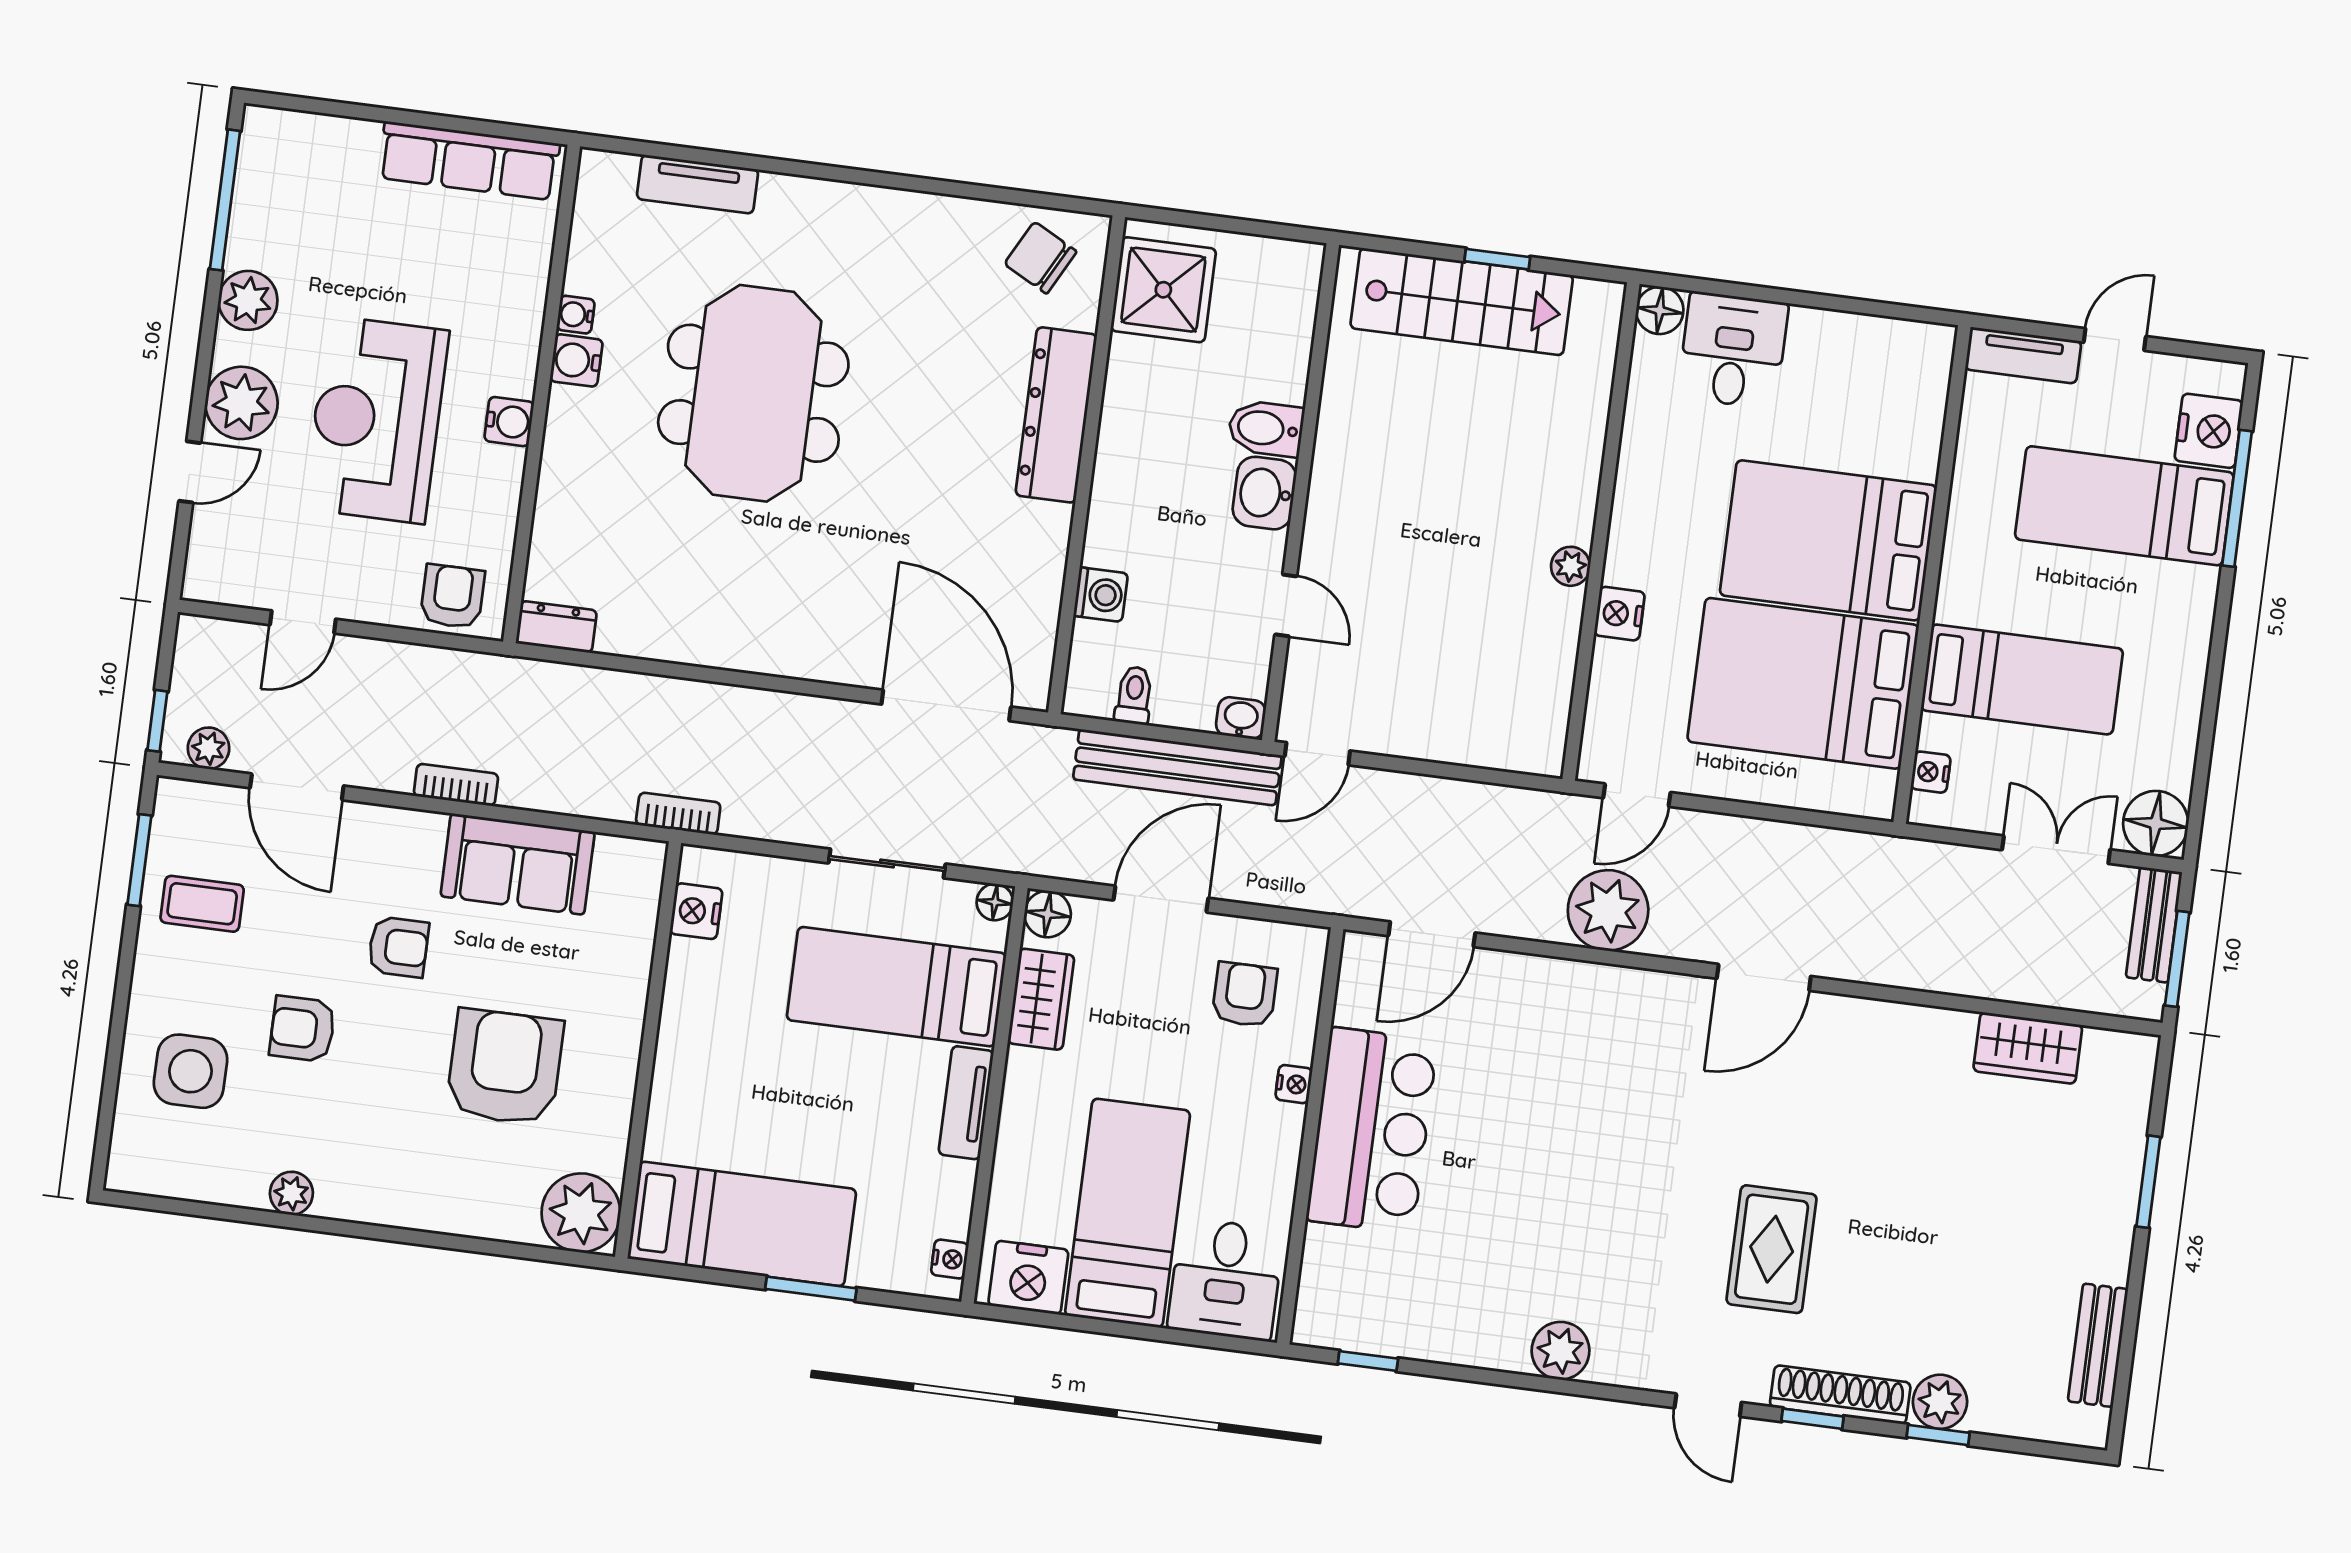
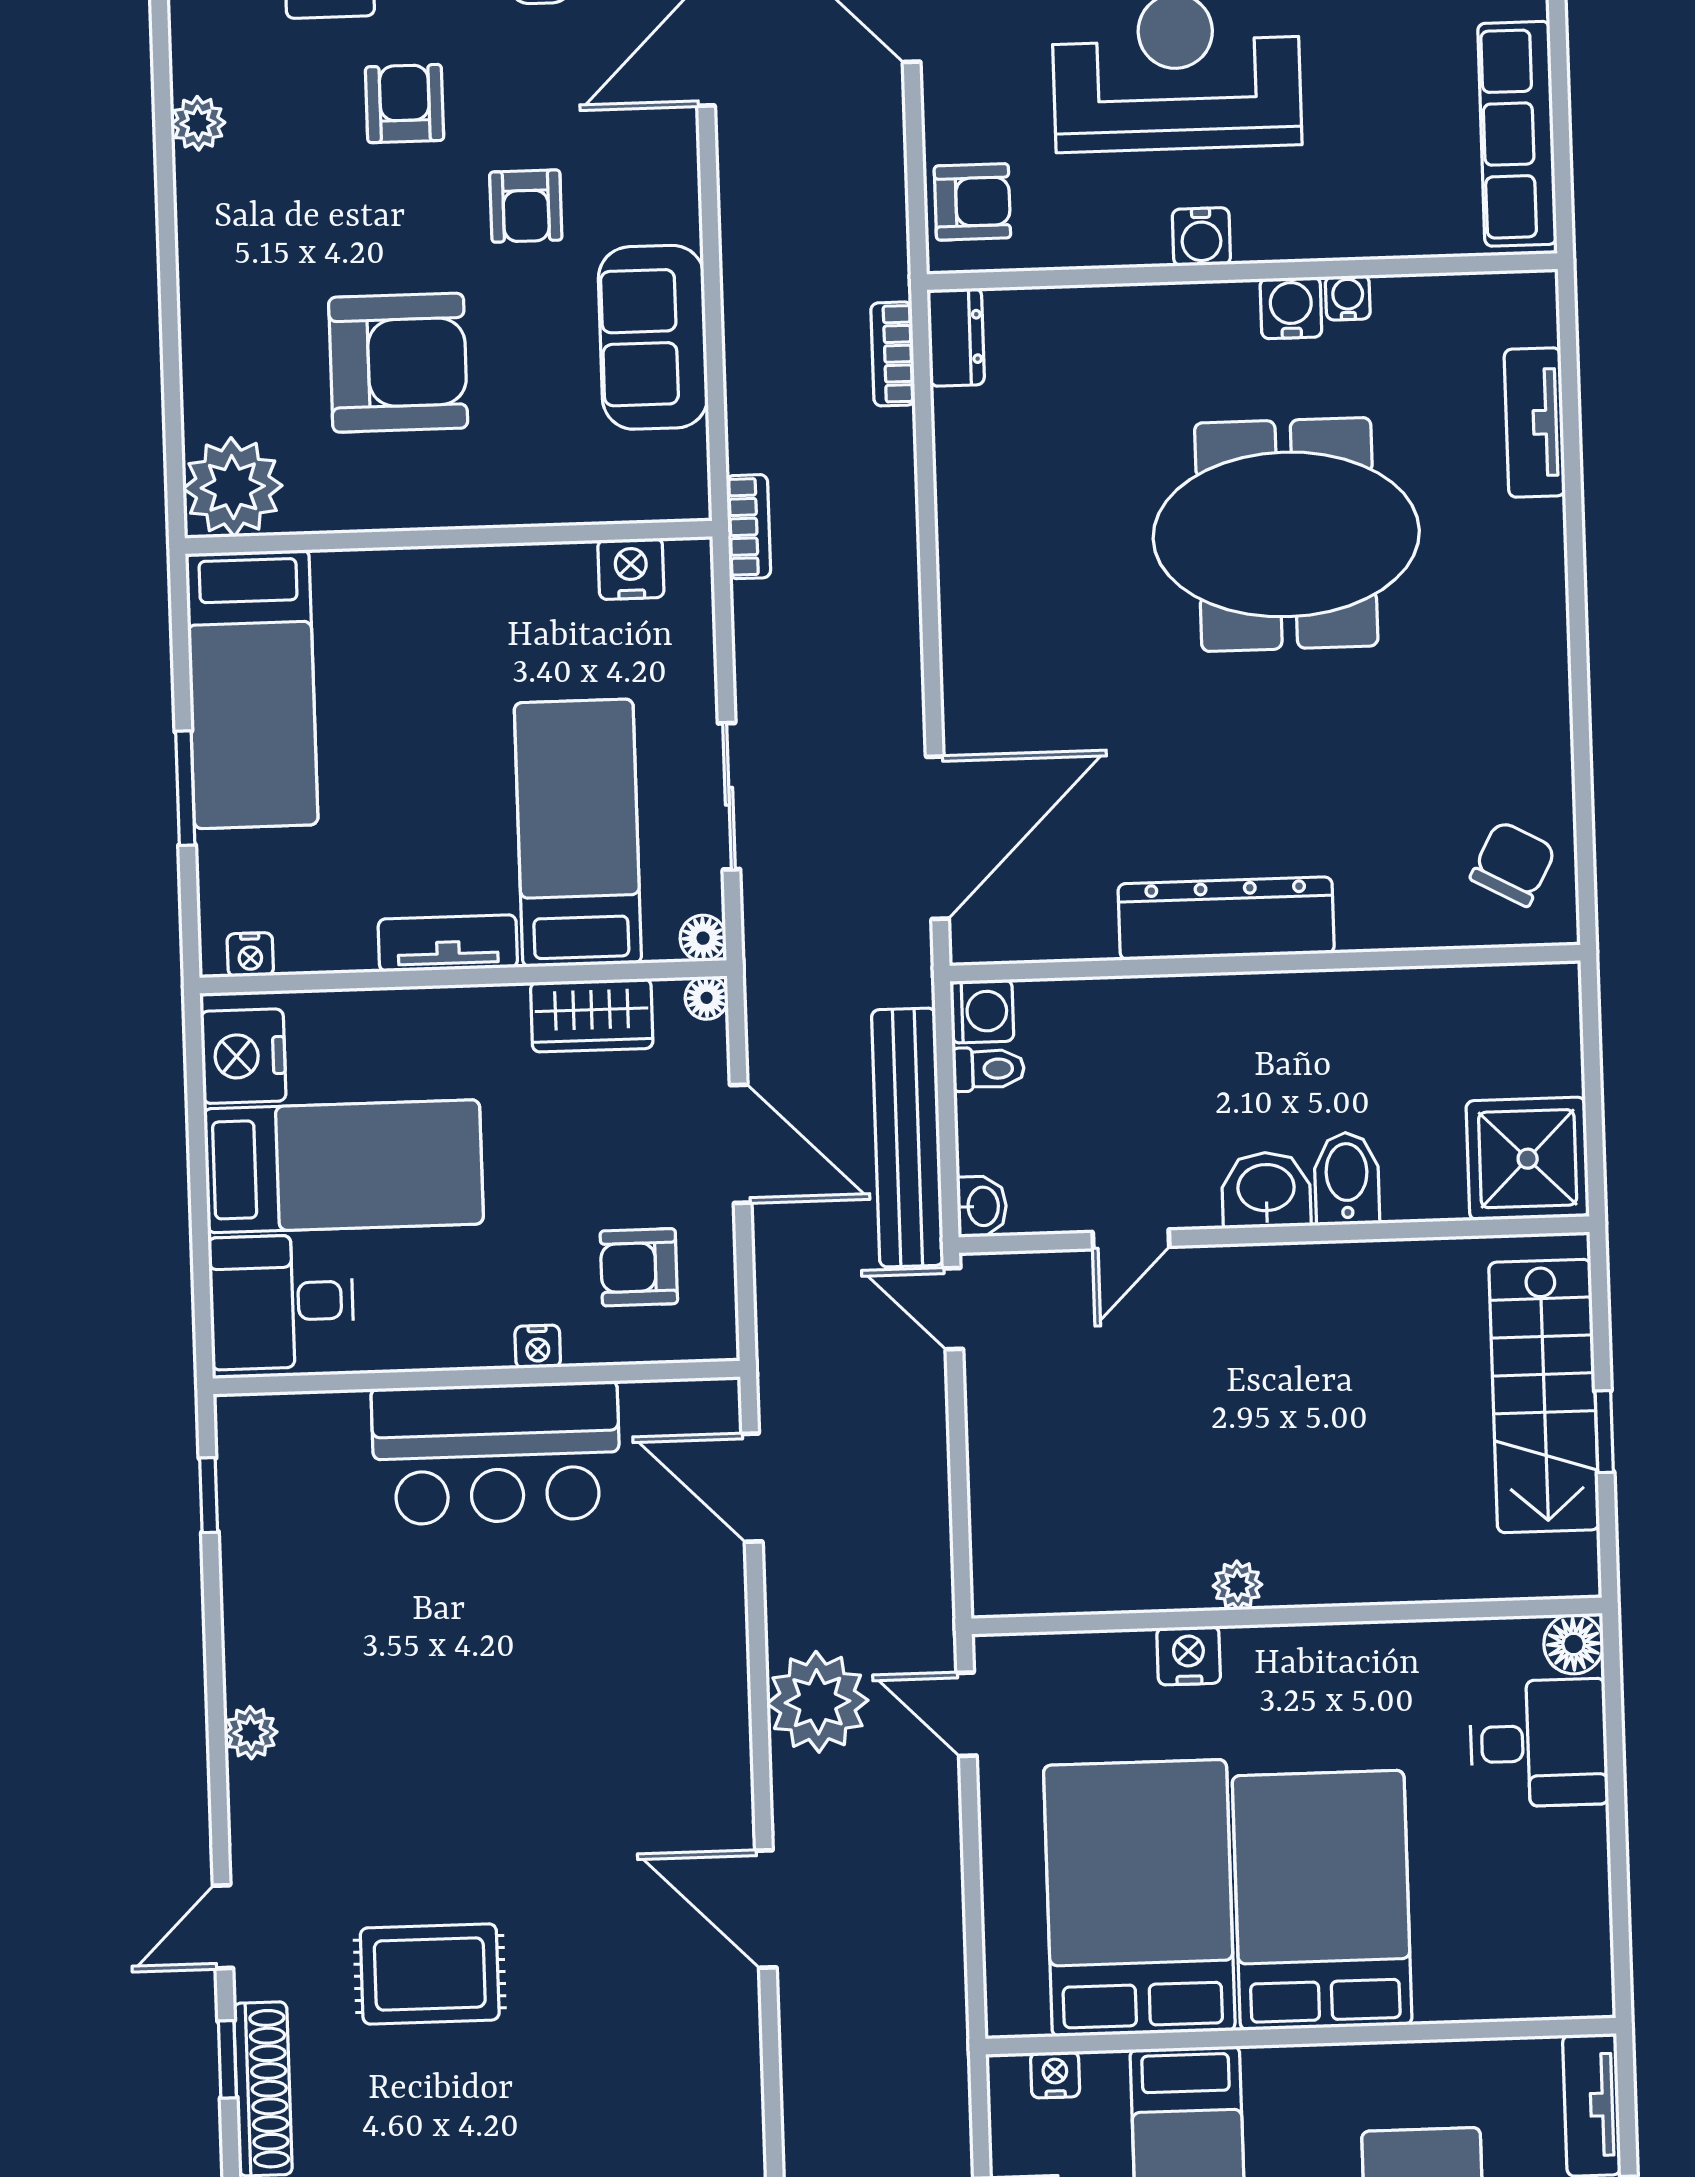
shower: (1163, 290) -> (1528, 1159), moved
dresser: (1056, 415) -> (1226, 918), moved
washing machine: (1101, 595) -> (982, 1011), moved, turned -90
bookcase: (456, 785) -> (893, 354), moved, turned 180
floor lamp: (1048, 914) -> (707, 998), width x0.73, depth x0.73
armchair: (1245, 995) -> (639, 1267), turned 180
plant: (1560, 1351) -> (251, 1733), width x0.73, depth x0.73

